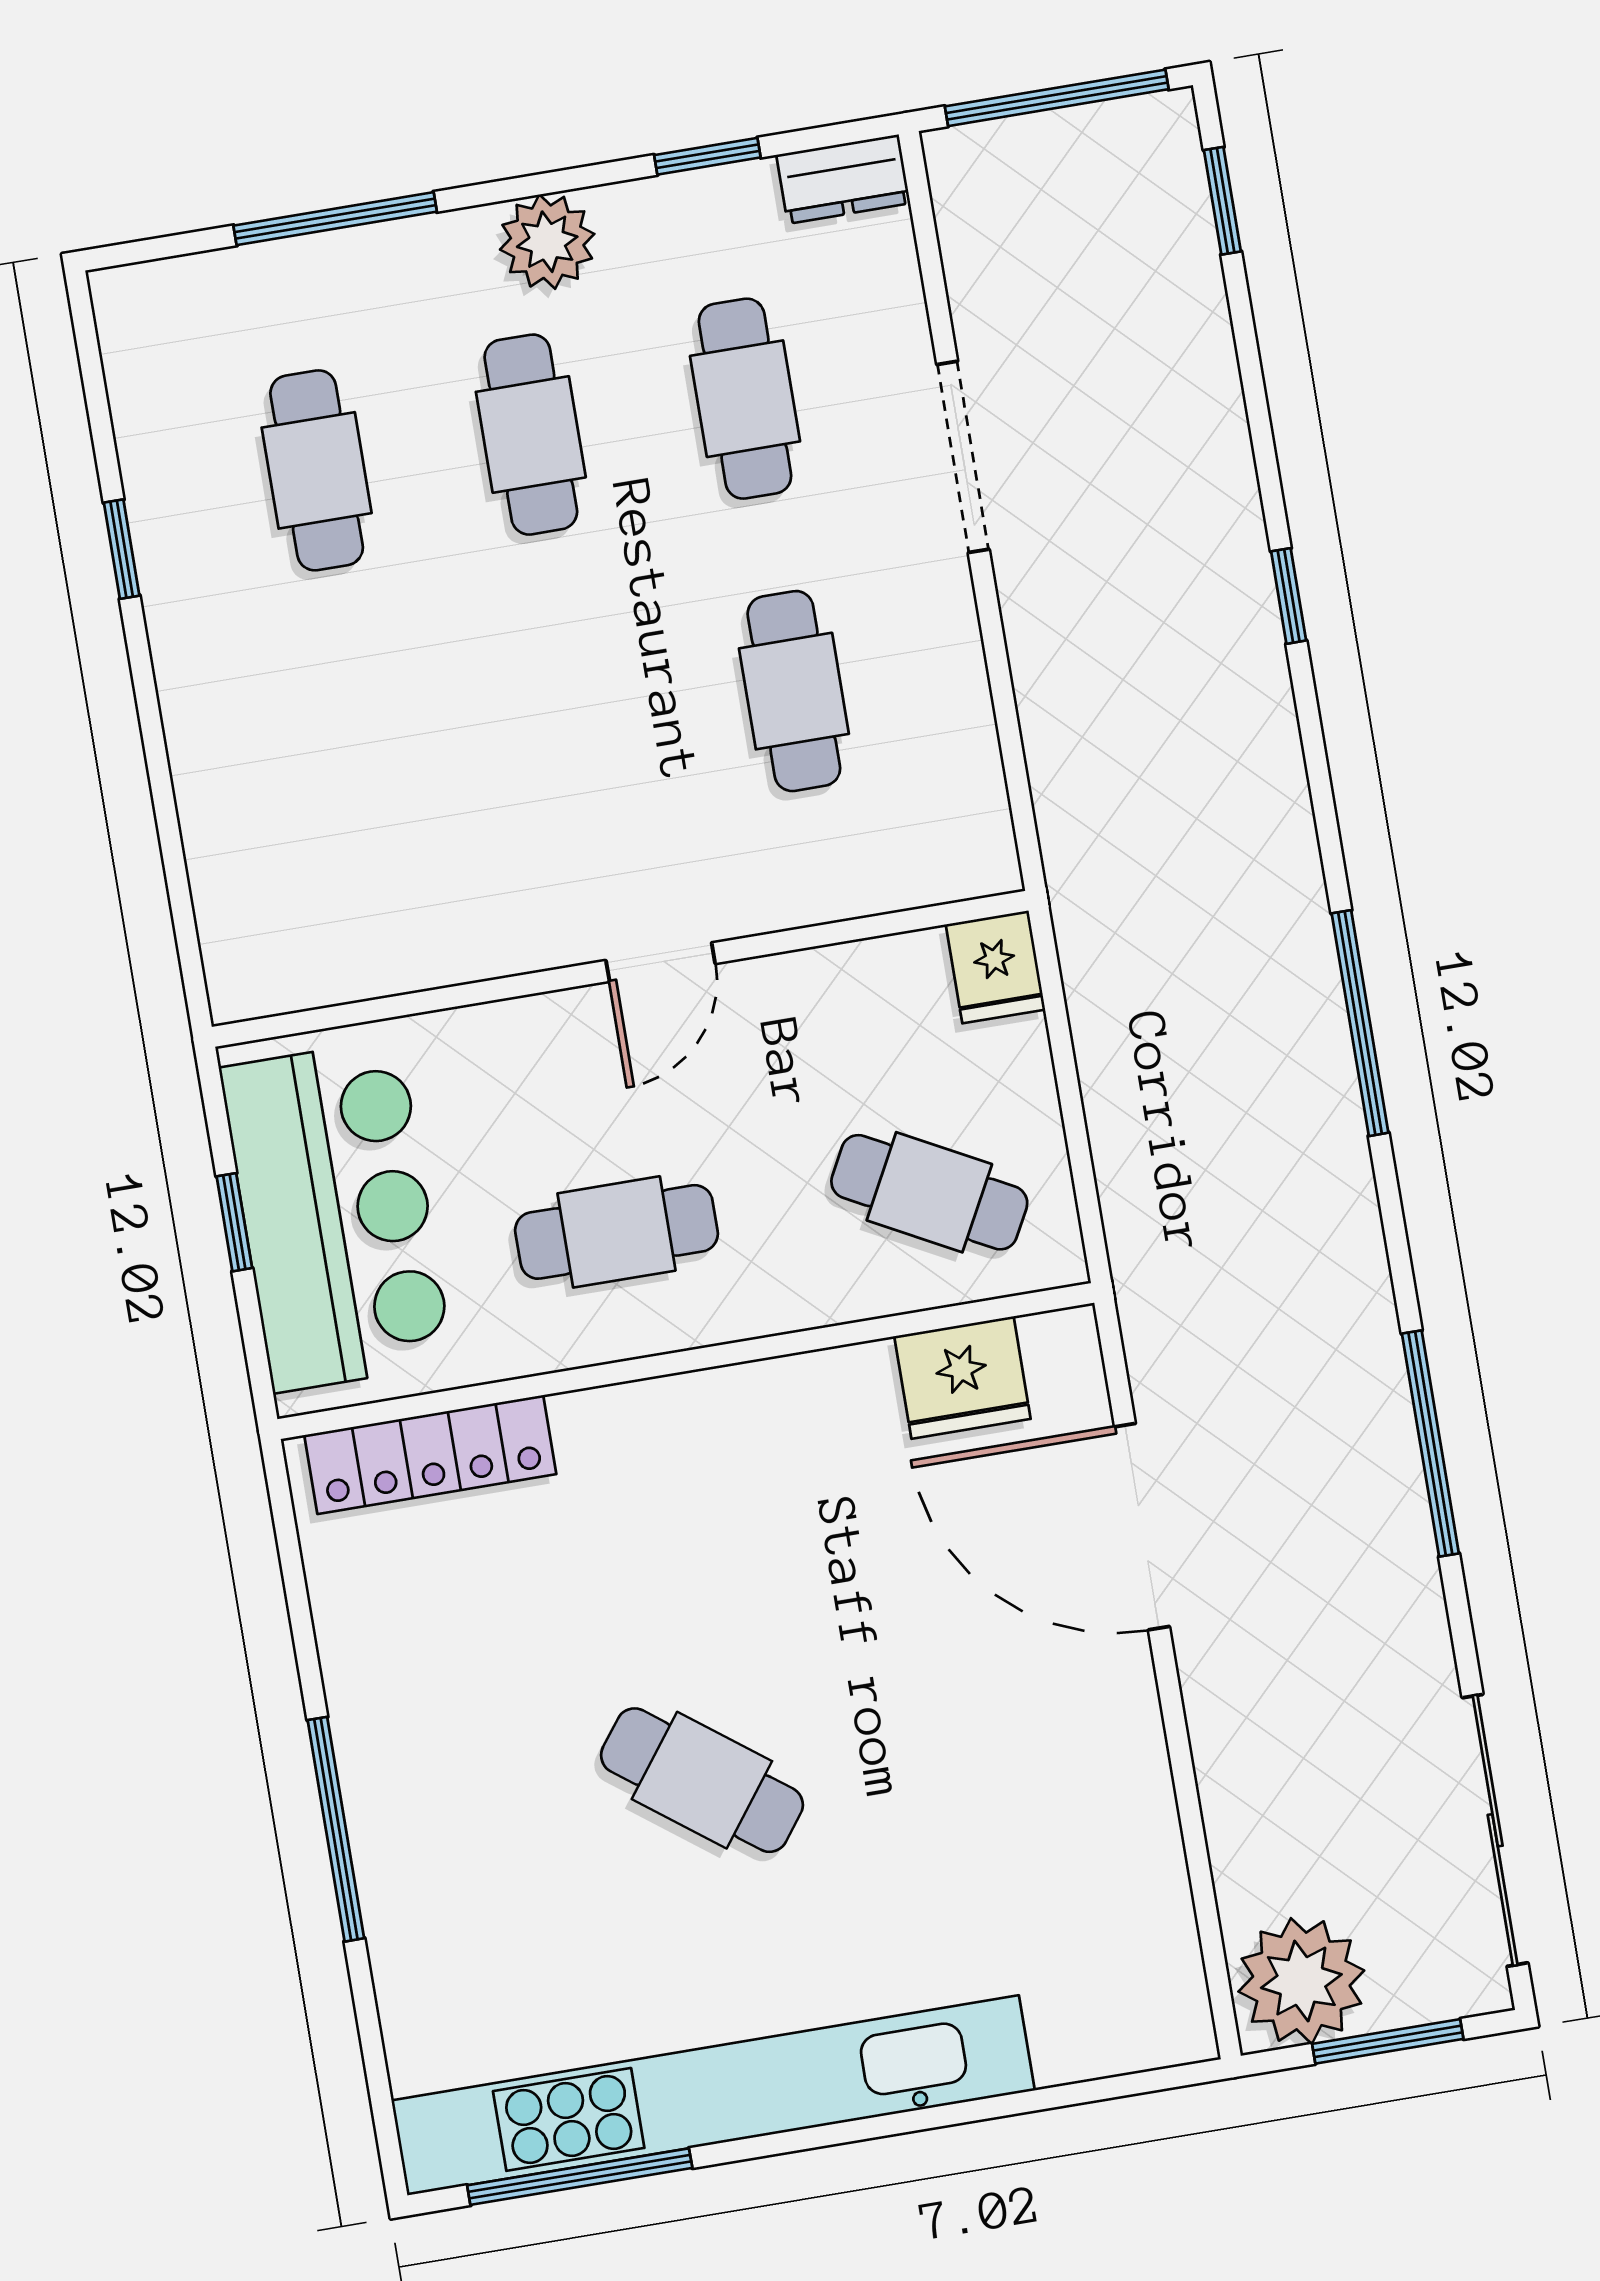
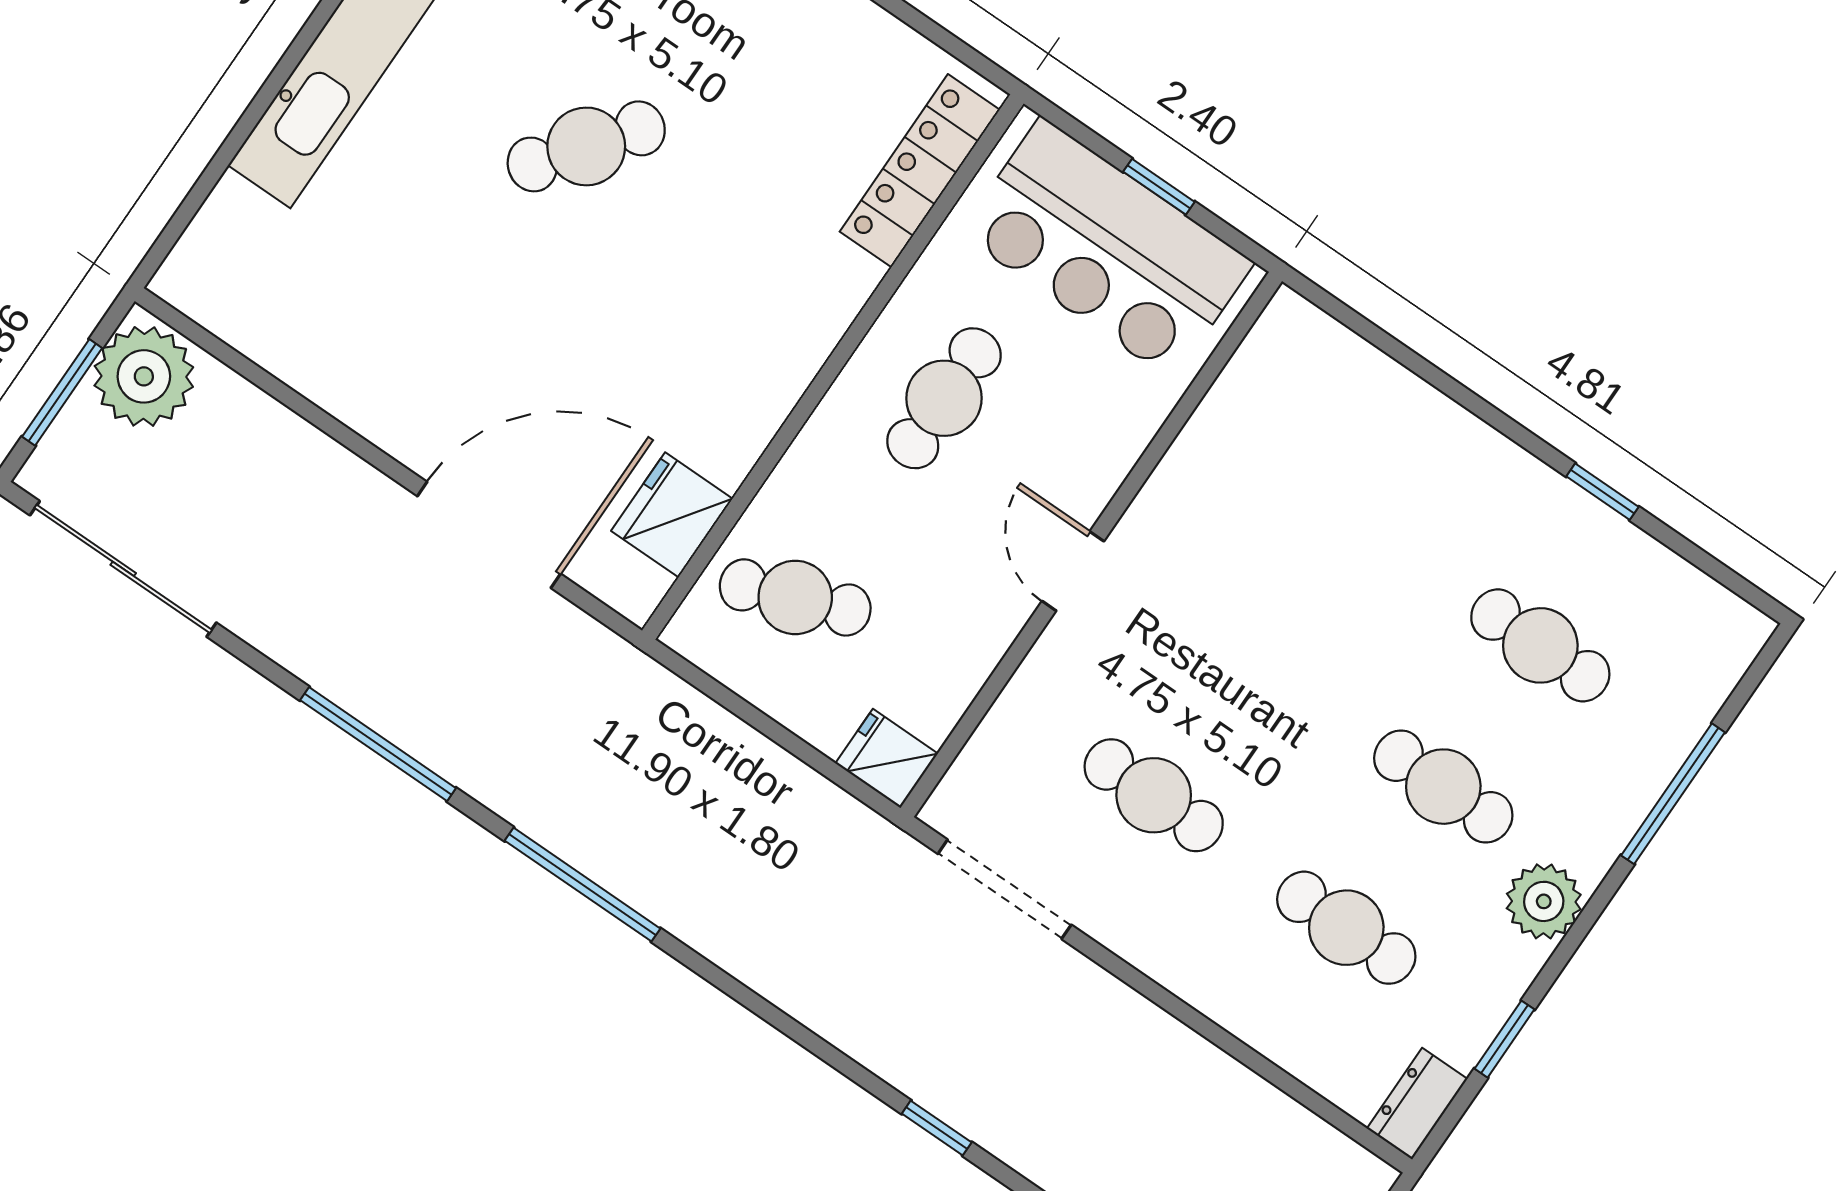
doorway: (963, 457) -> (1005, 889), moved
window: (1360, 1023) -> (583, 885), moved
cafe table: (929, 1192) -> (795, 597), turned 41

